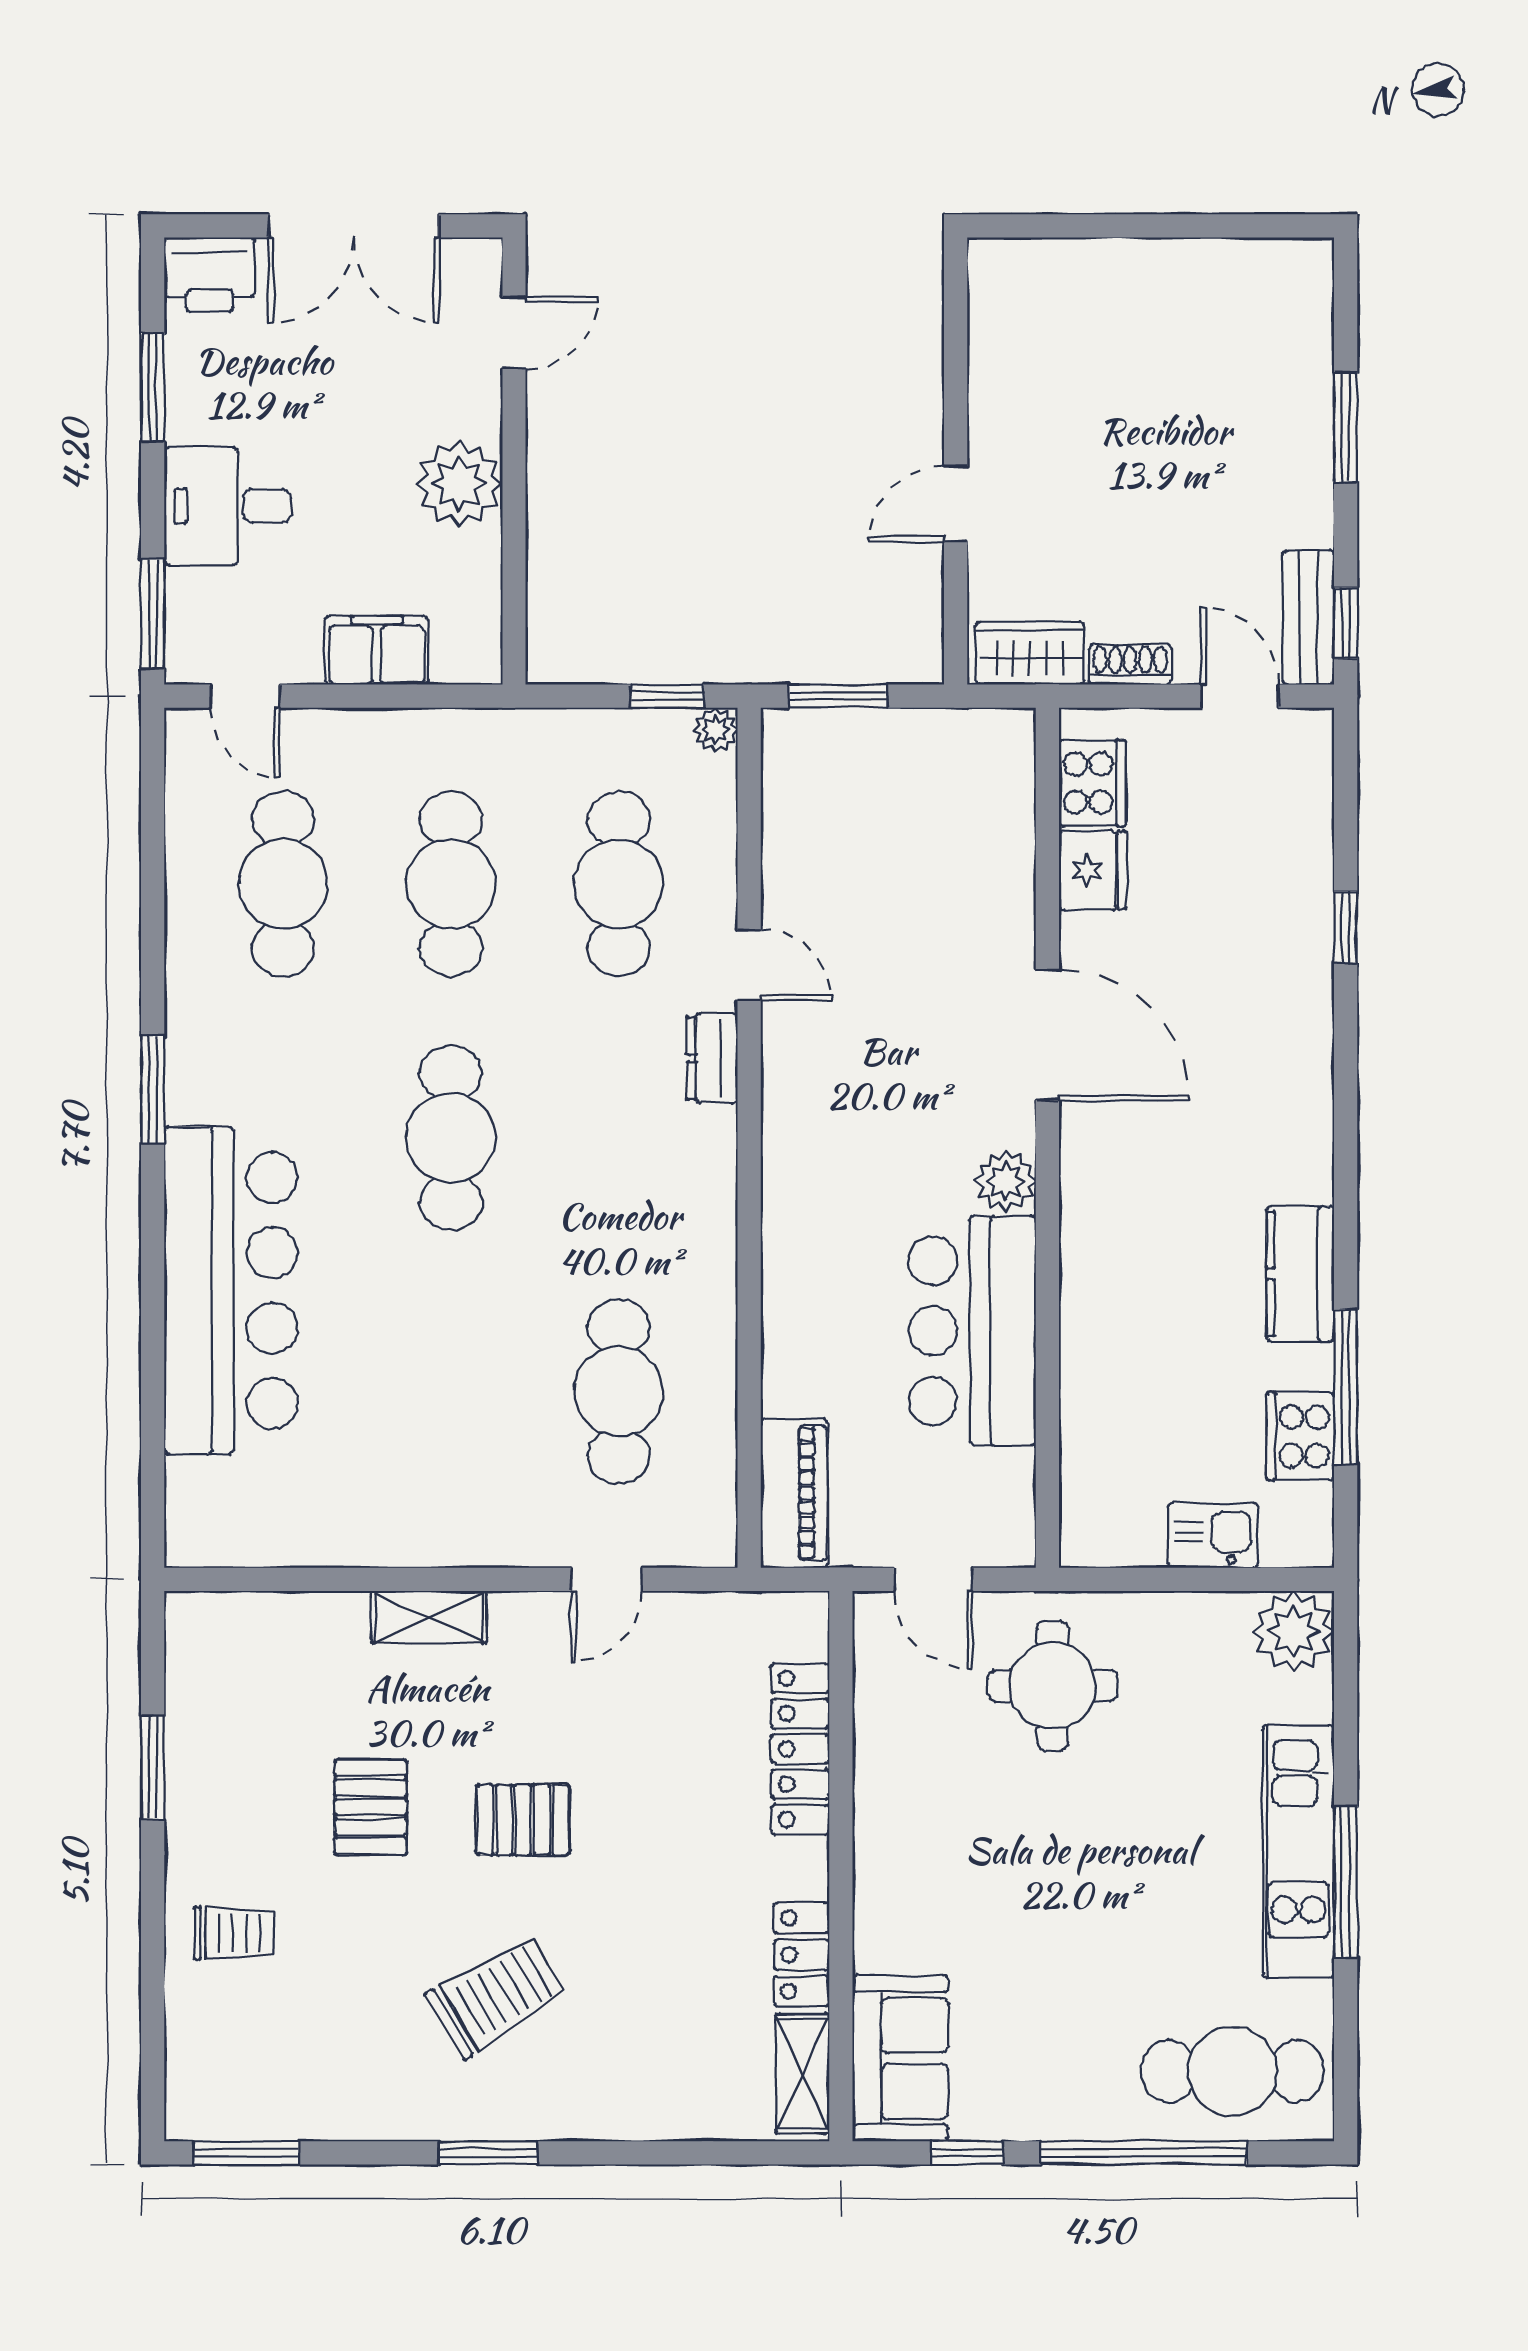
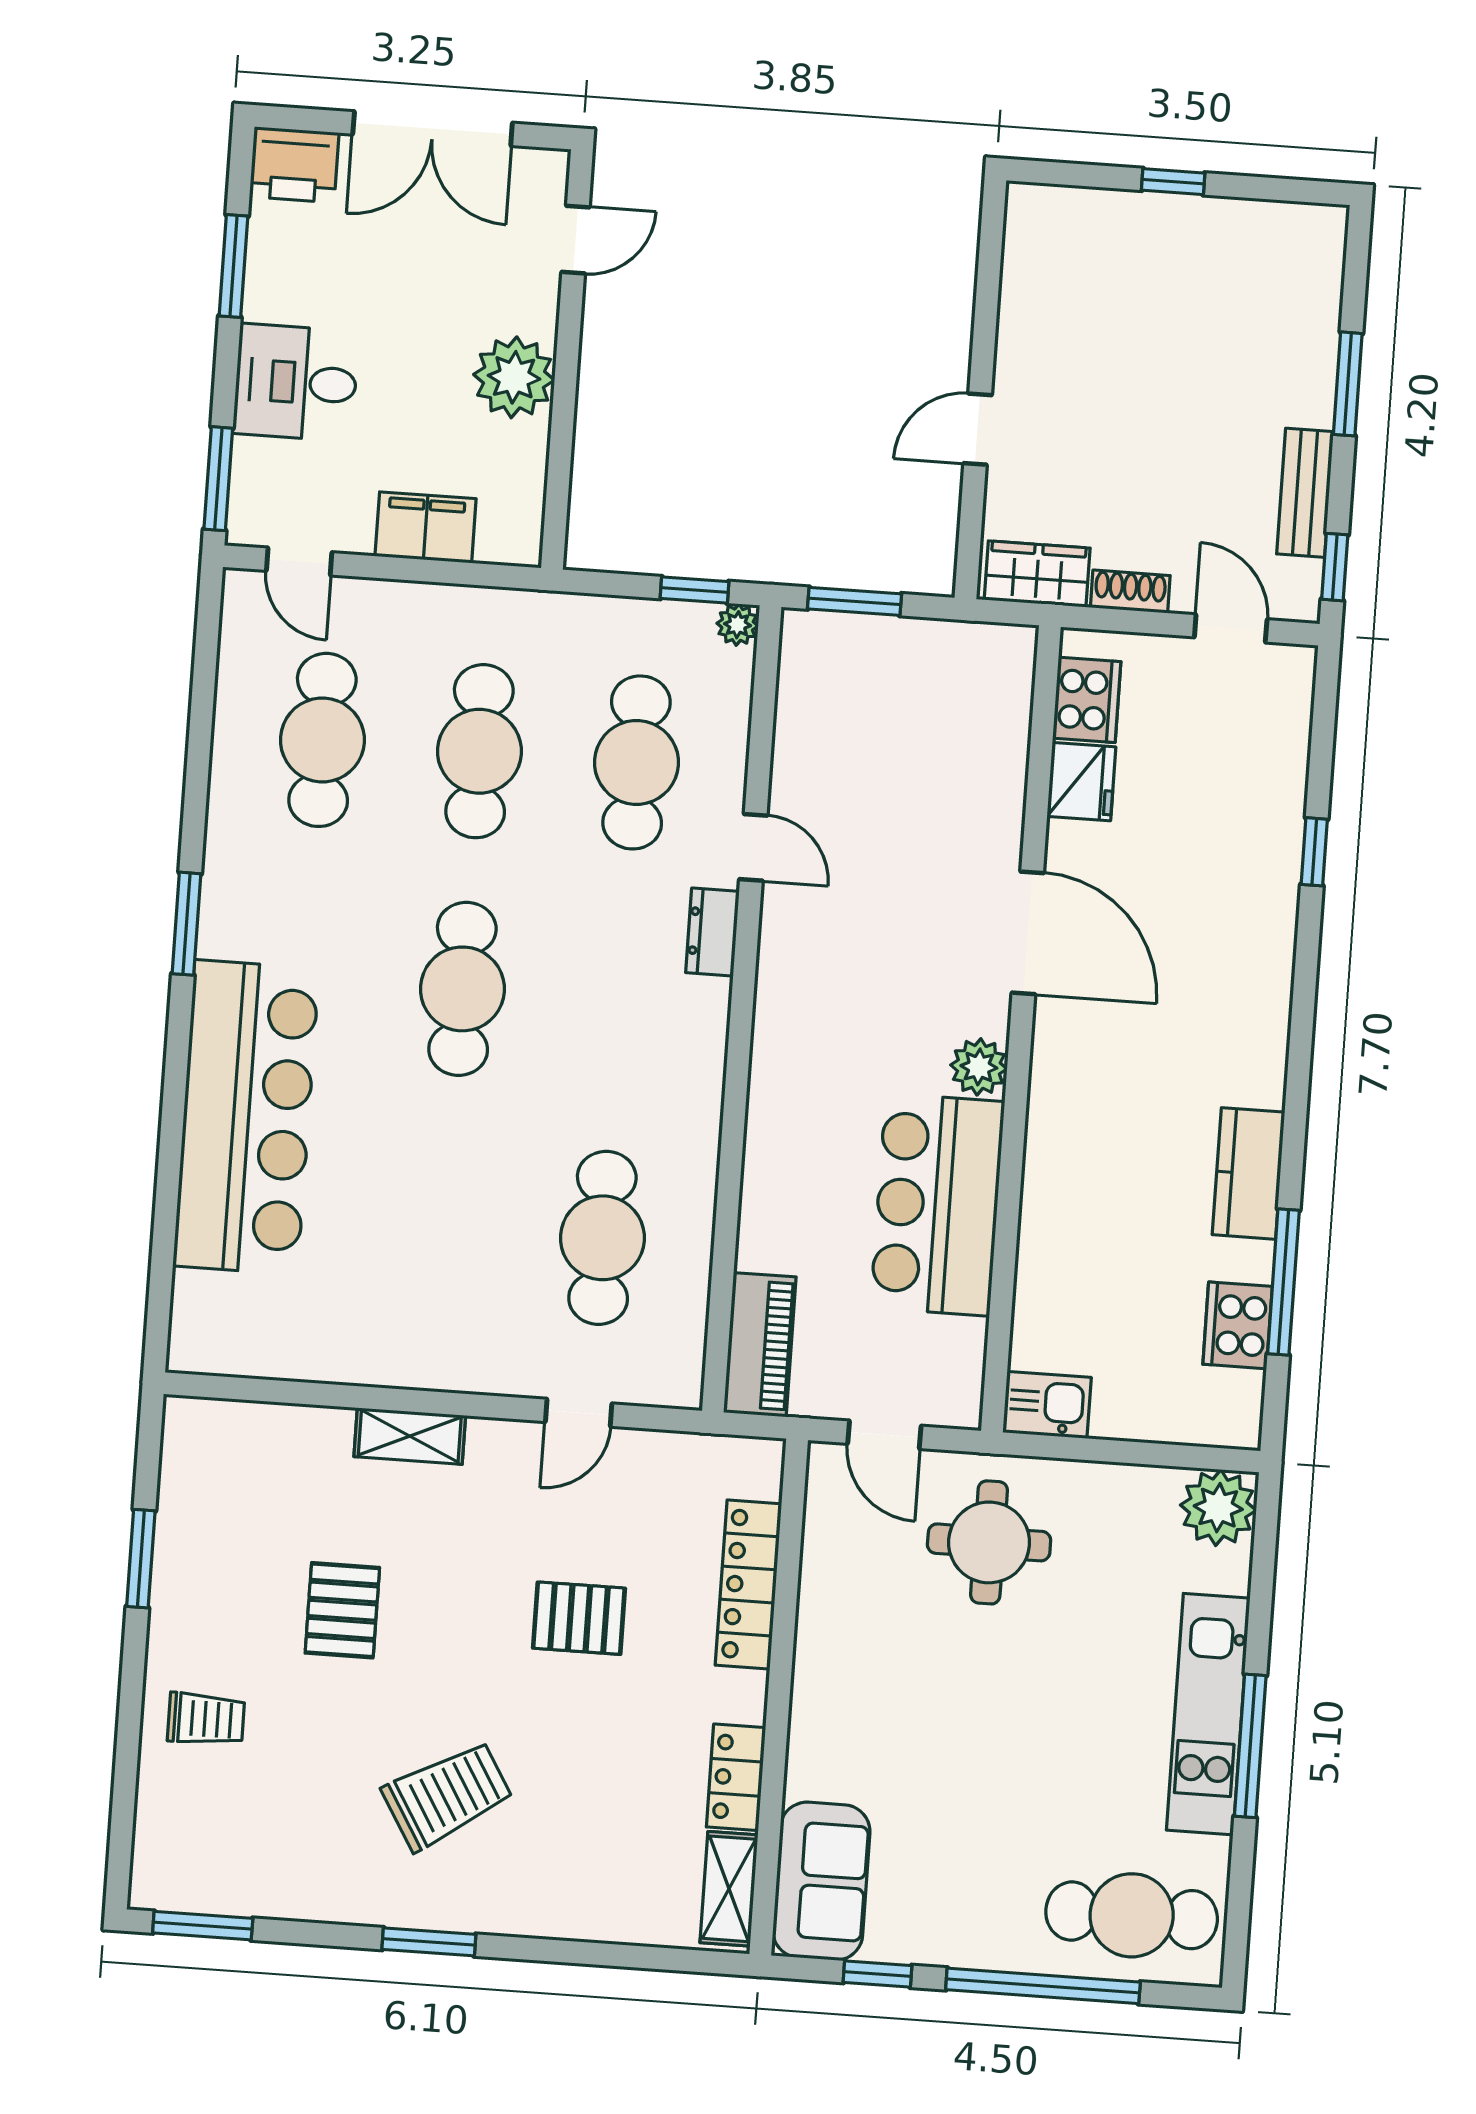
window: (1145, 226) -> (1173, 182), added
bench: (1308, 617) -> (1305, 493), moved
kitchen sink: (1213, 1535) -> (1047, 1405), moved
pallet: (523, 1820) -> (579, 1618), moved

